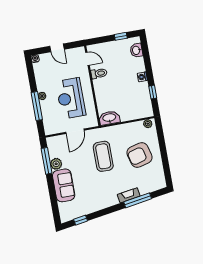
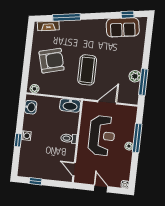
washbasin: (136, 50) -> (31, 107), moved
toilet: (99, 73) -> (69, 138), moved
window: (153, 92) -> (18, 140), moved
sofa: (64, 185) -> (123, 27), moved, turned -99
fireplace: (129, 195) -> (48, 26), moved

